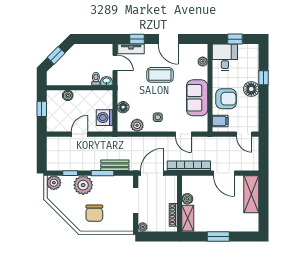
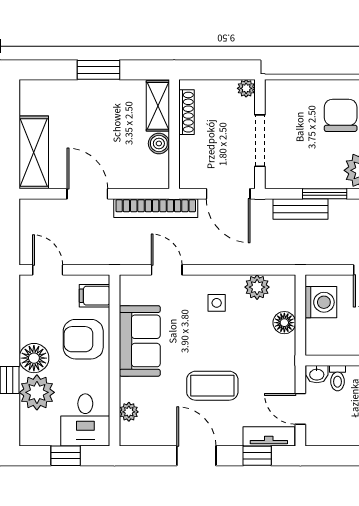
plant: (250, 71) -> (37, 392), added
door: (152, 173) -> (228, 194), hinge flipped

